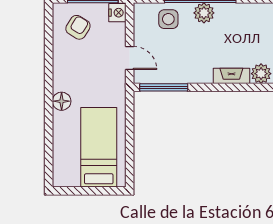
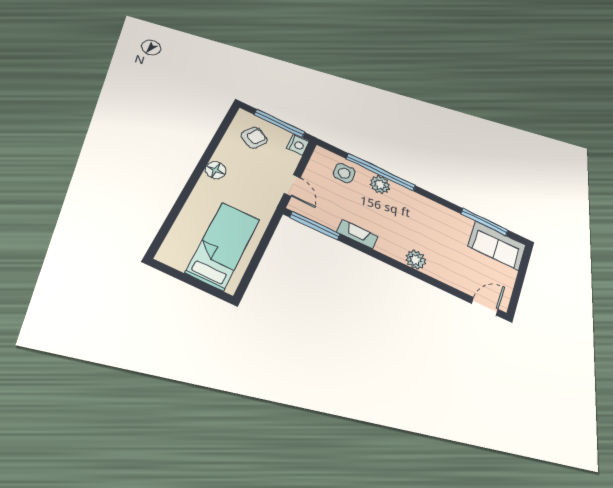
fireplace: (231, 76) -> (357, 234), moved
floor lamp: (62, 101) -> (216, 170), moved

